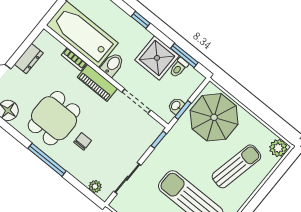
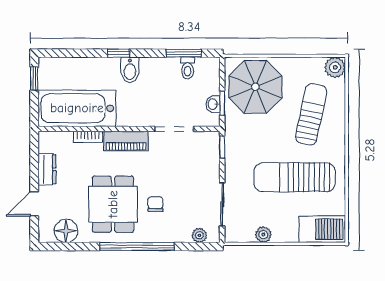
shower: (157, 58) -> (161, 75), removed
bidet: (112, 65) -> (130, 70), moved, turned 180
window: (47, 160) -> (137, 246), width x1.46

